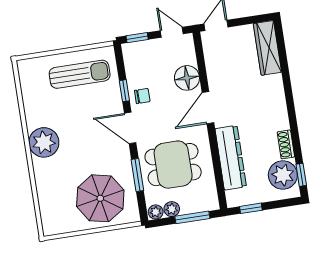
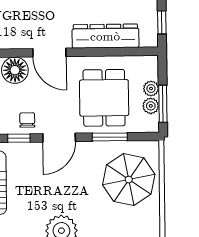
plant: (156, 212) -> (151, 89), moved
window: (192, 217) -> (163, 104), moved

